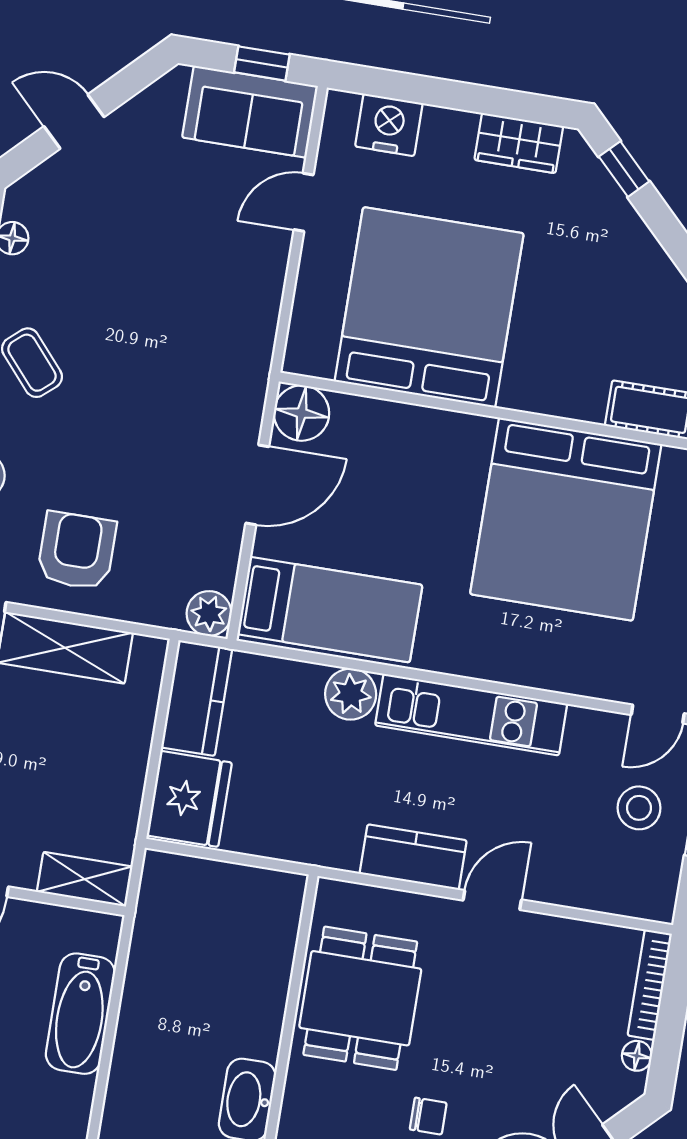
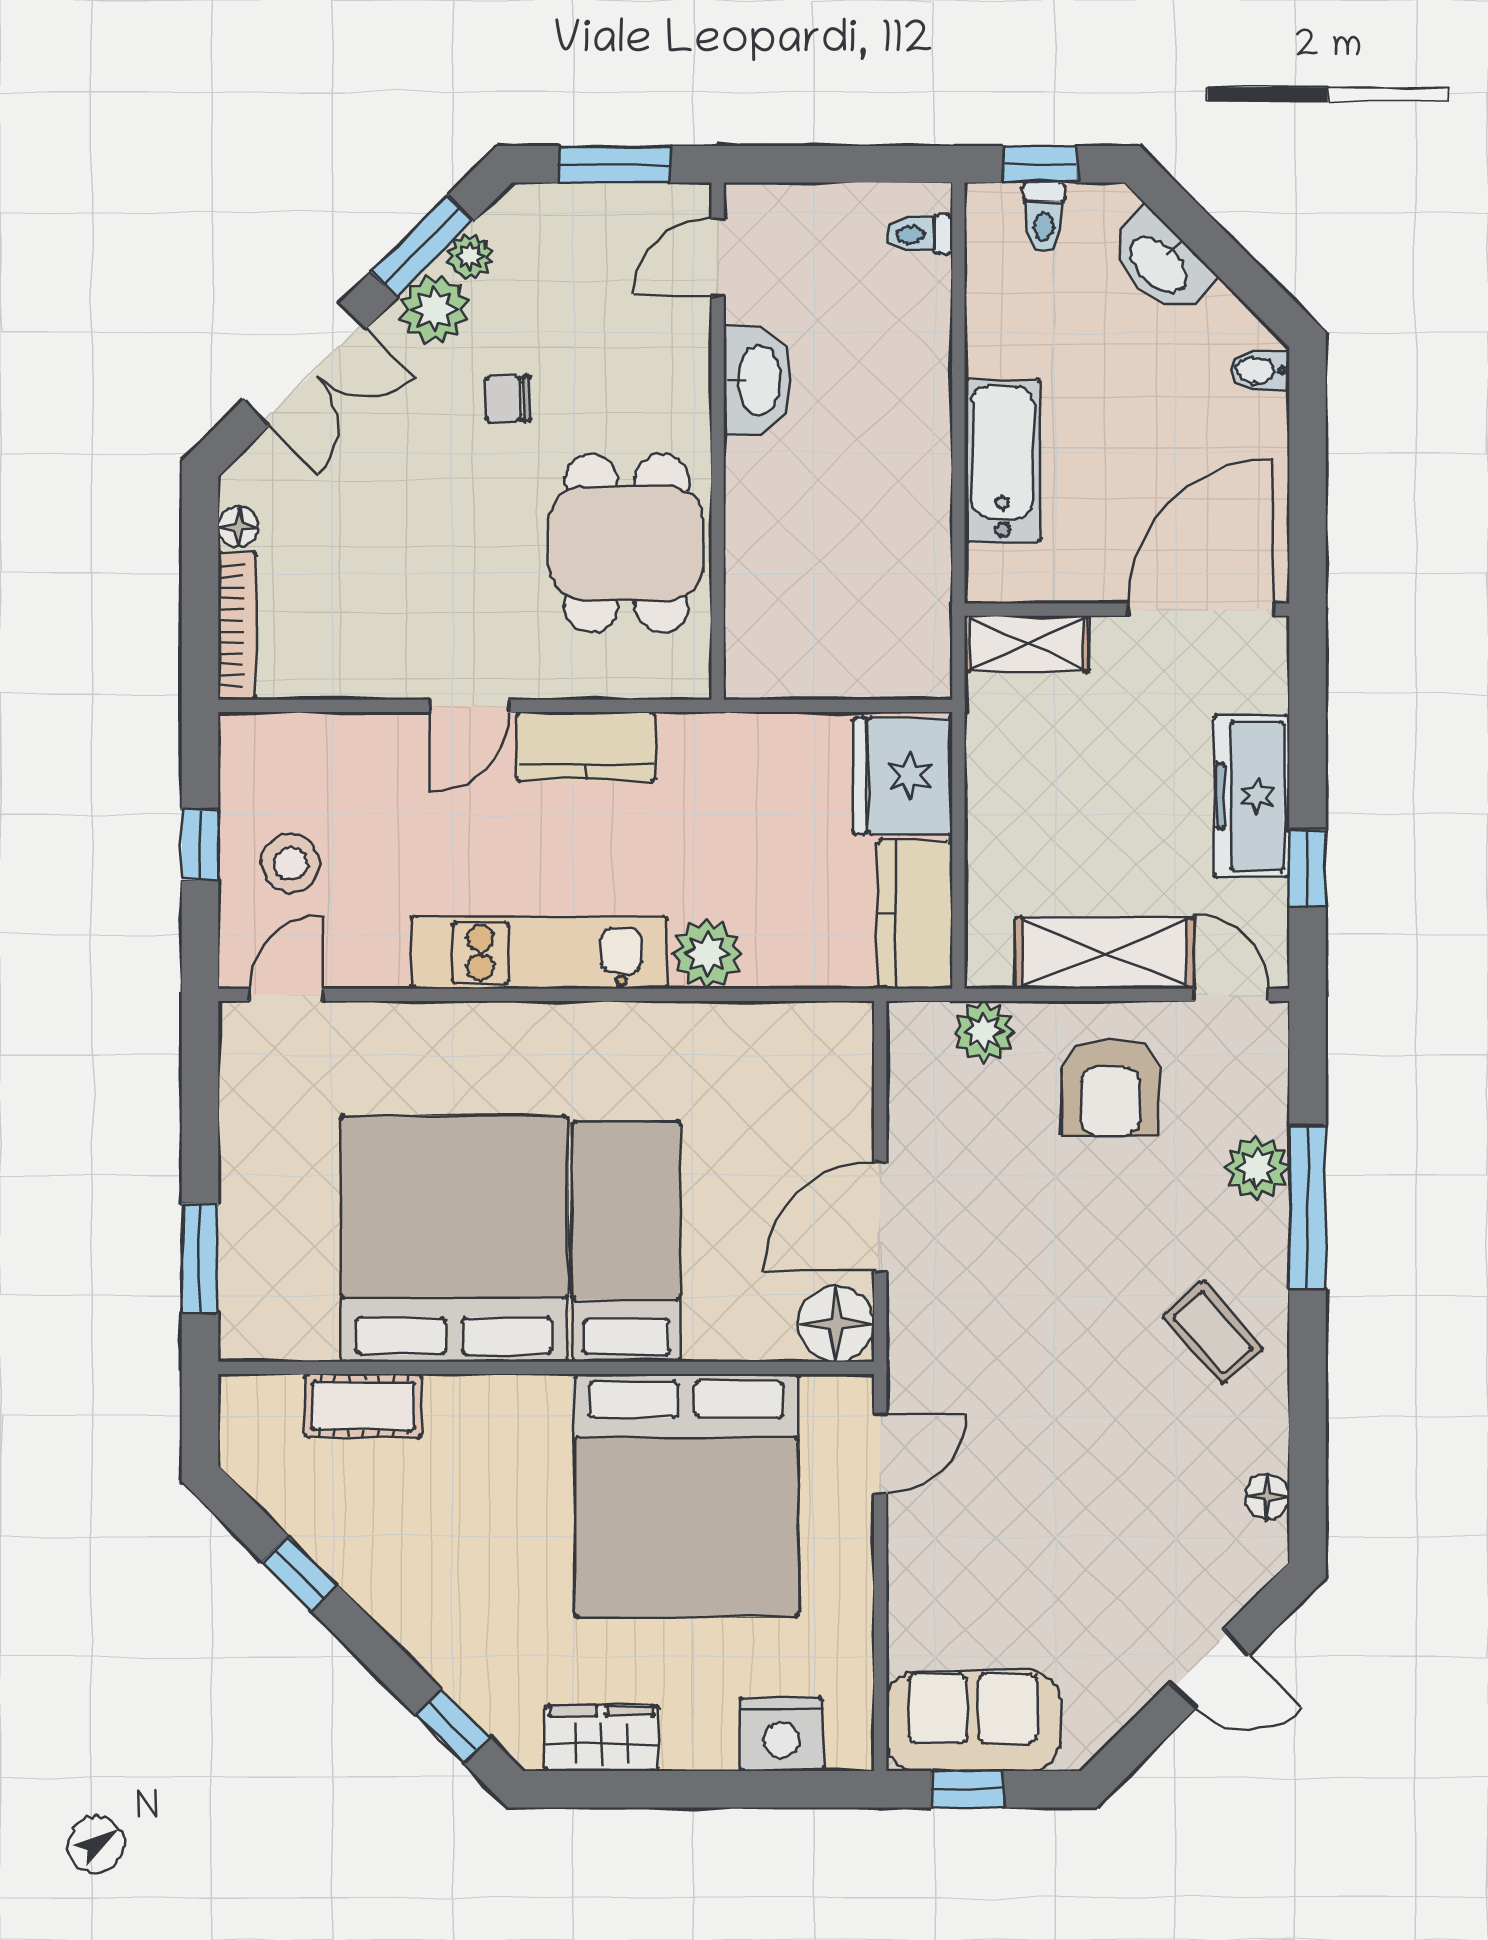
door: (304, 202) -> (880, 1453), moved
bed: (330, 610) -> (626, 1242), moved, turned 90
plant: (209, 613) -> (984, 1032), moved

